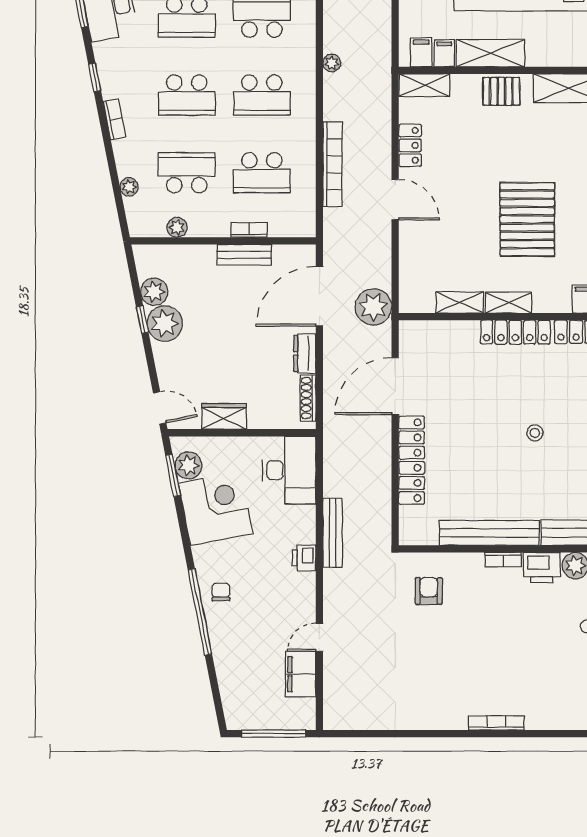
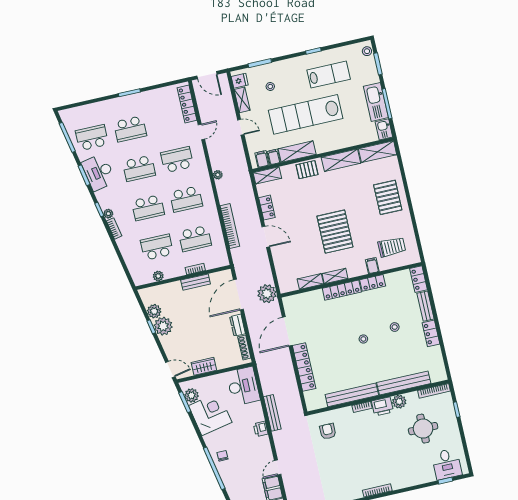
plant: (129, 187) -> (108, 214), moved

